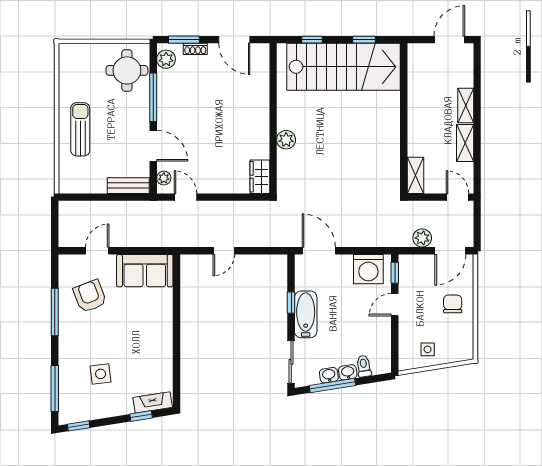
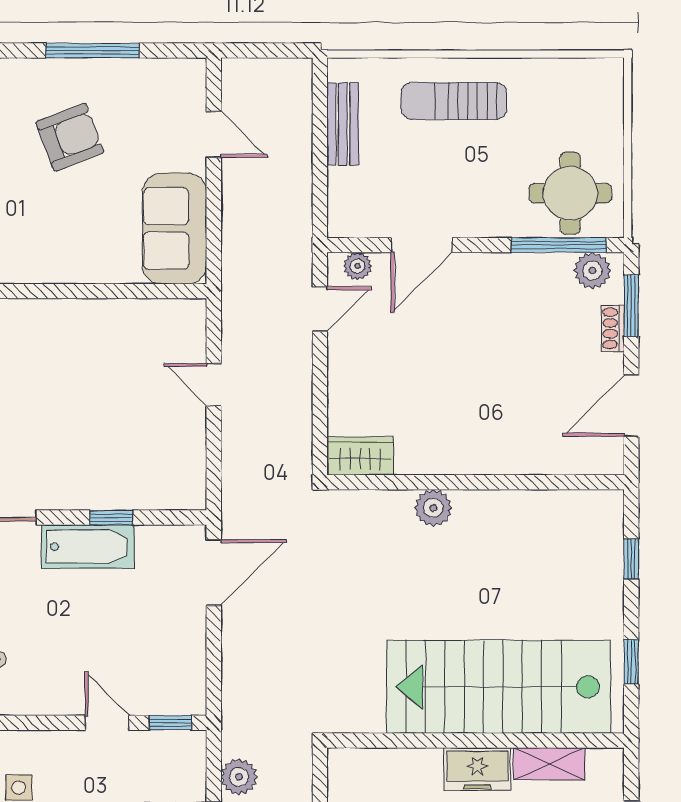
stairs: (344, 67) -> (499, 687), moved, turned 90
window: (153, 97) -> (559, 245), moved
freezer: (418, 117) -> (477, 769), added
sun lounger: (80, 129) -> (454, 101), turned 180
shelving: (415, 175) -> (549, 764), moved
bench: (128, 186) -> (343, 124), moved
washing machine: (368, 269) -> (177, 671), removed
armchair: (90, 296) -> (70, 137), moved

